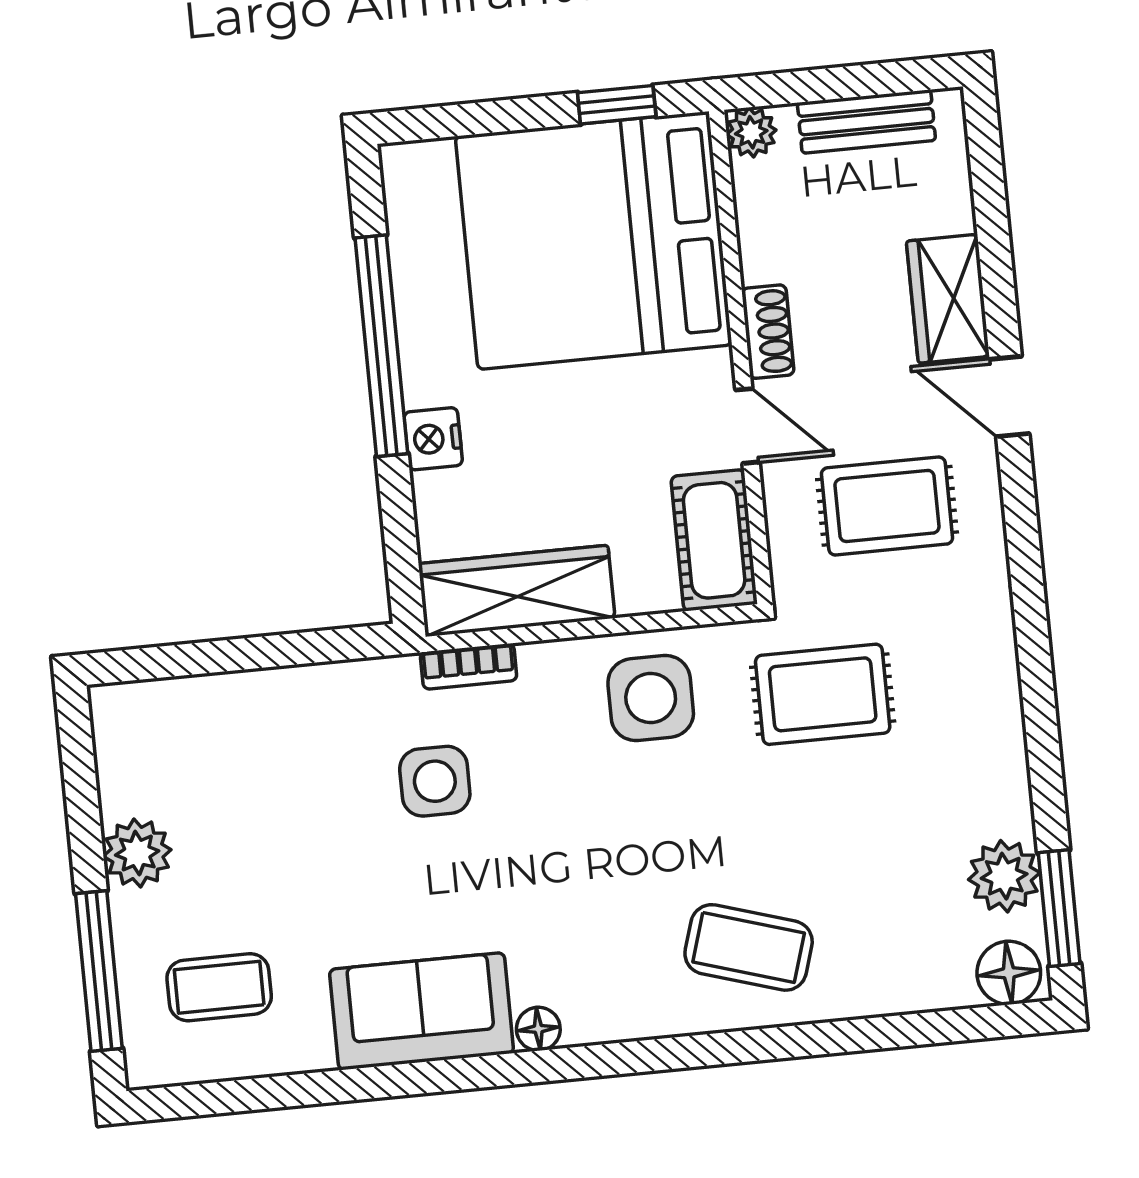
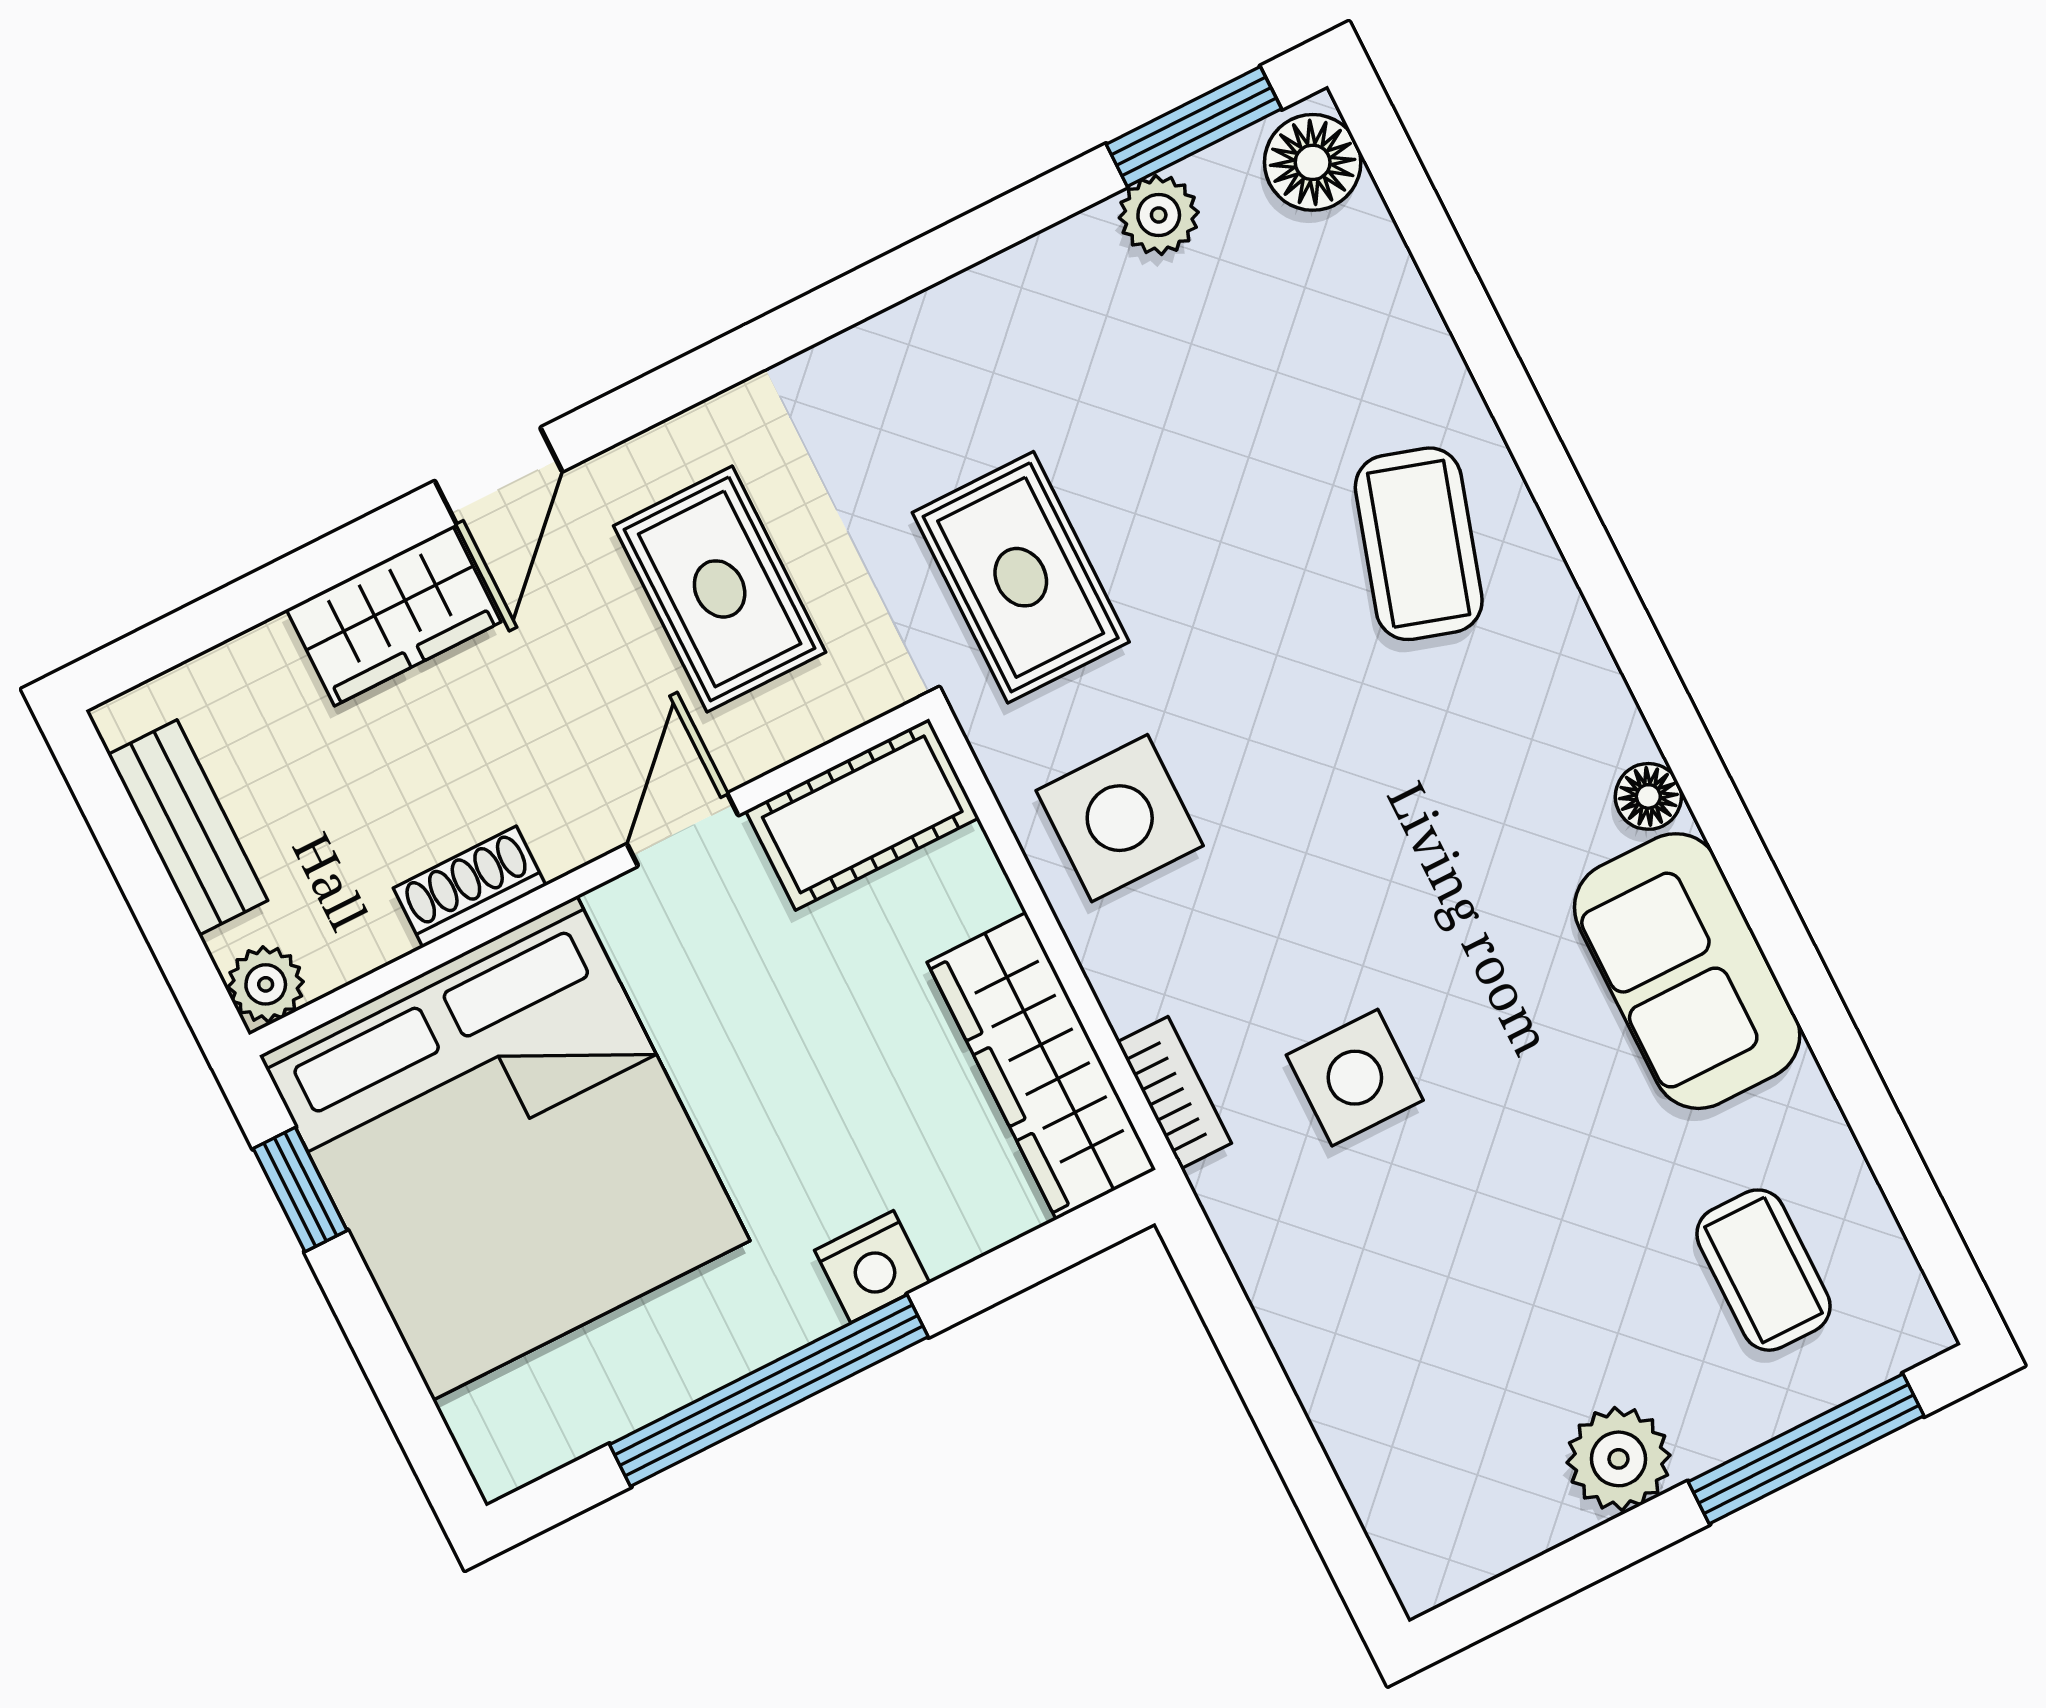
shoe rack: (768, 332) -> (470, 887), moved
plant: (1004, 876) -> (1159, 215), width x0.73, depth x0.73

